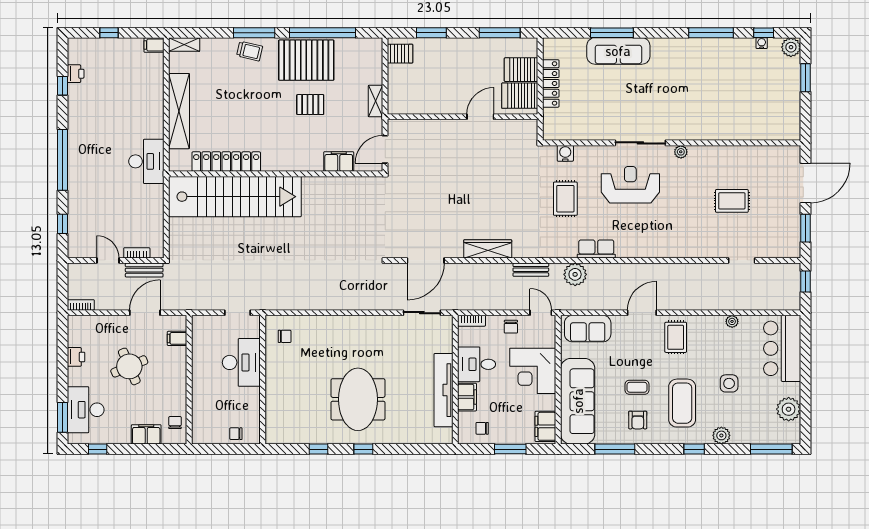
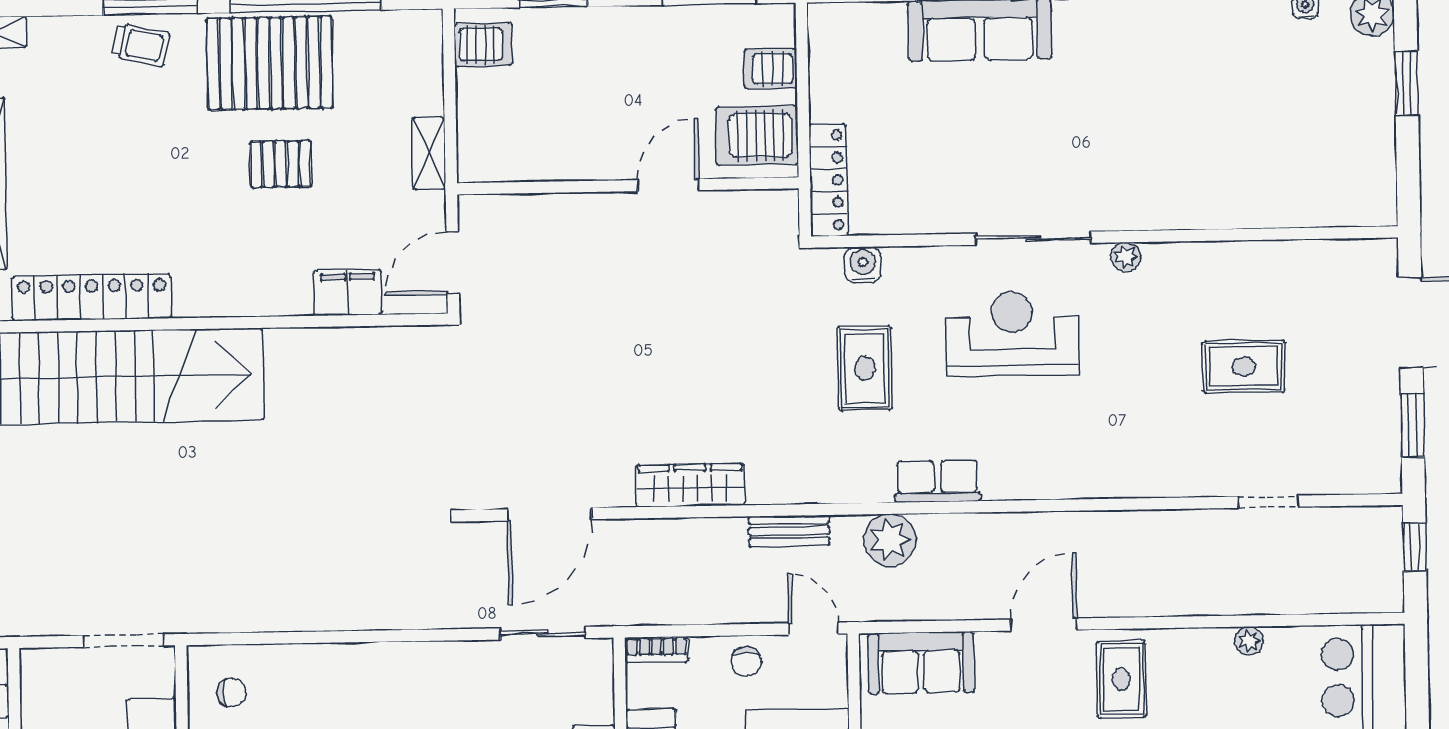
server rack: (521, 70) -> (770, 69), width x0.73, depth x0.70
locker: (551, 83) -> (828, 180), moved
doorway: (237, 313) -> (123, 641), width x1.38

